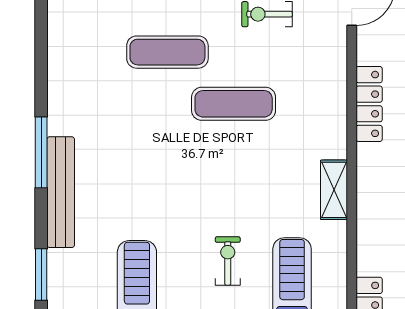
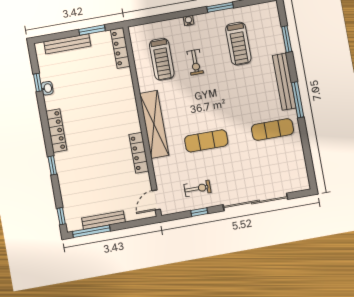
exercise mat: (167, 52) -> (273, 130), moved
shelving: (334, 190) -> (154, 124), width x2.20, depth x1.33

